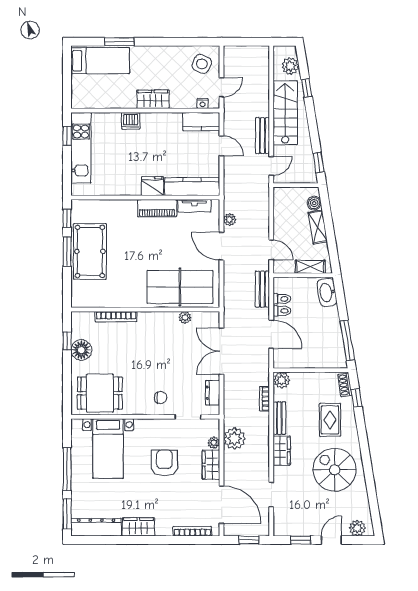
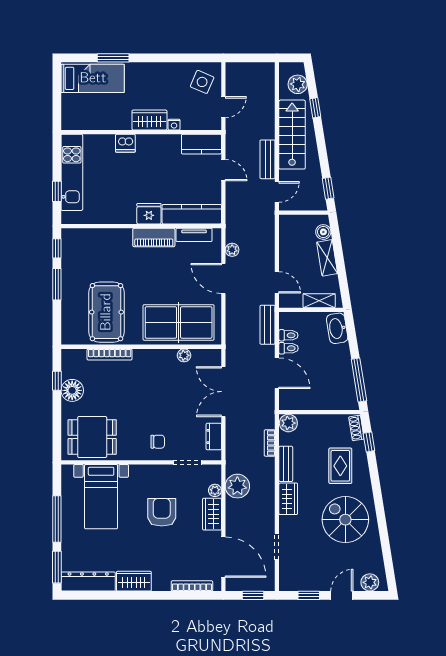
nightstand: (203, 104) -> (174, 125), moved
window: (67, 136) -> (57, 191), moved
pool table: (90, 251) -> (106, 312), moved

